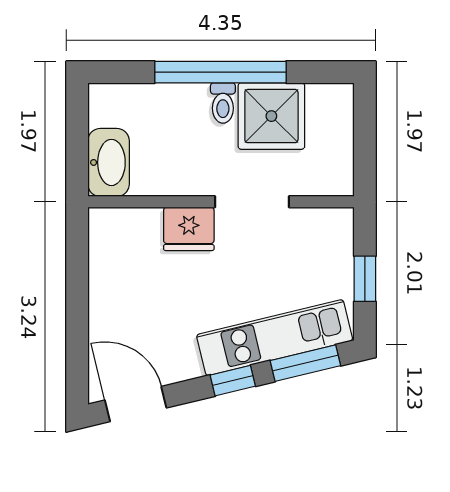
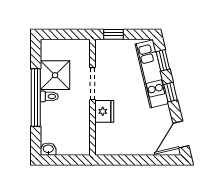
washbasin: (109, 162) -> (48, 149), moved, width x0.52, depth x0.69
window: (365, 279) -> (113, 34), moved
window: (305, 363) -> (163, 60), width x0.67

